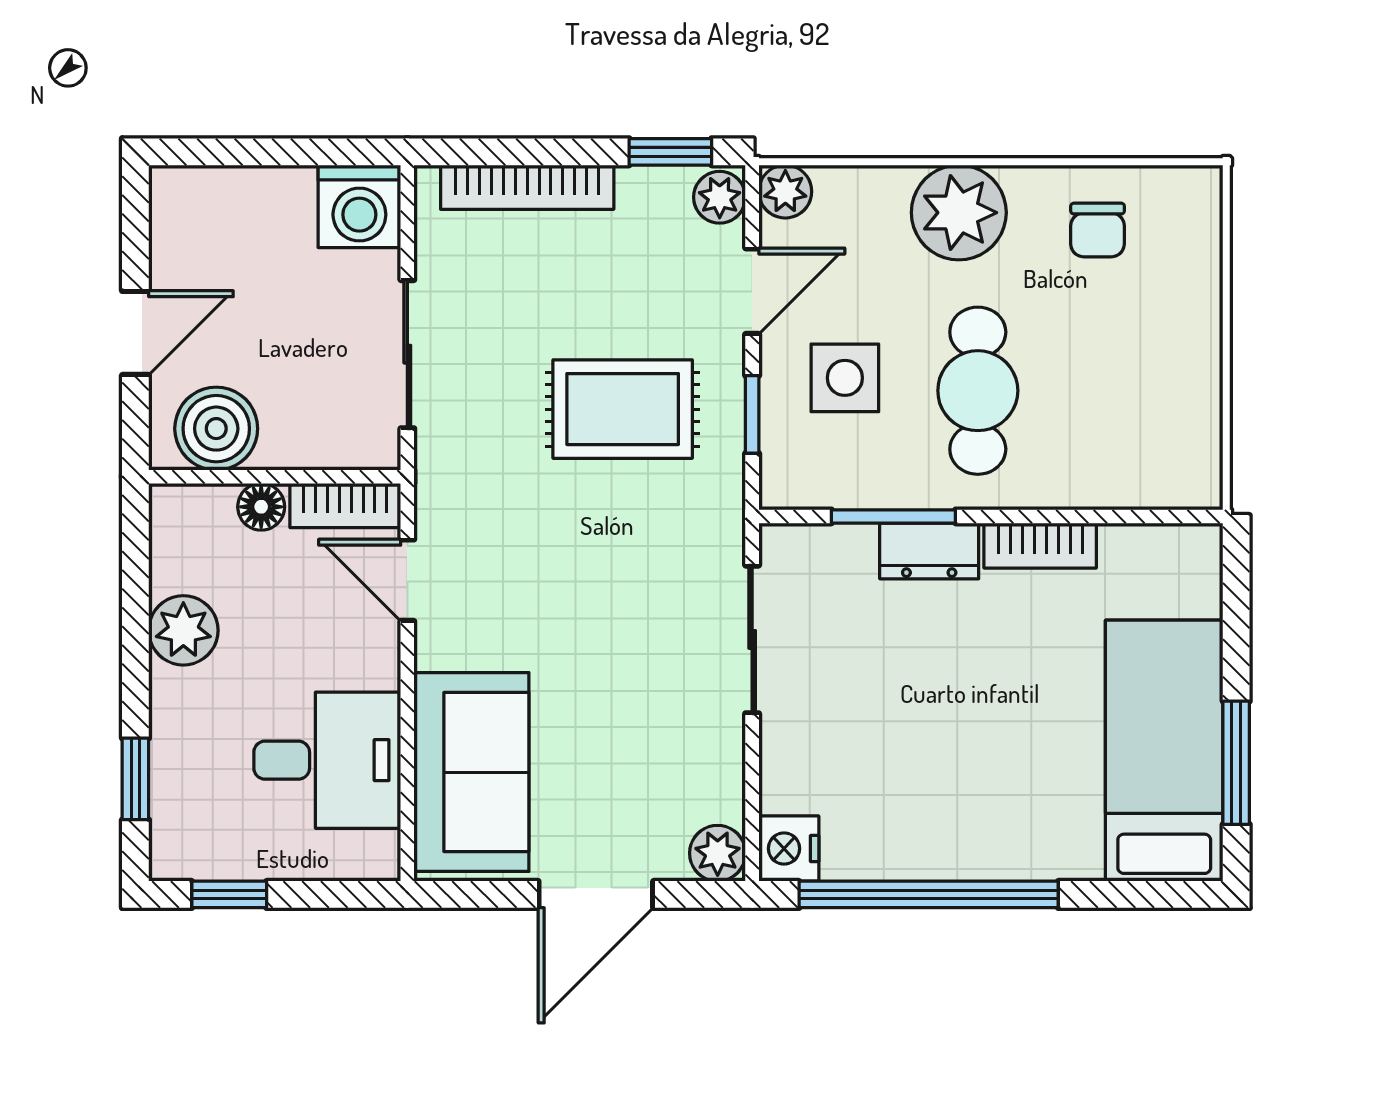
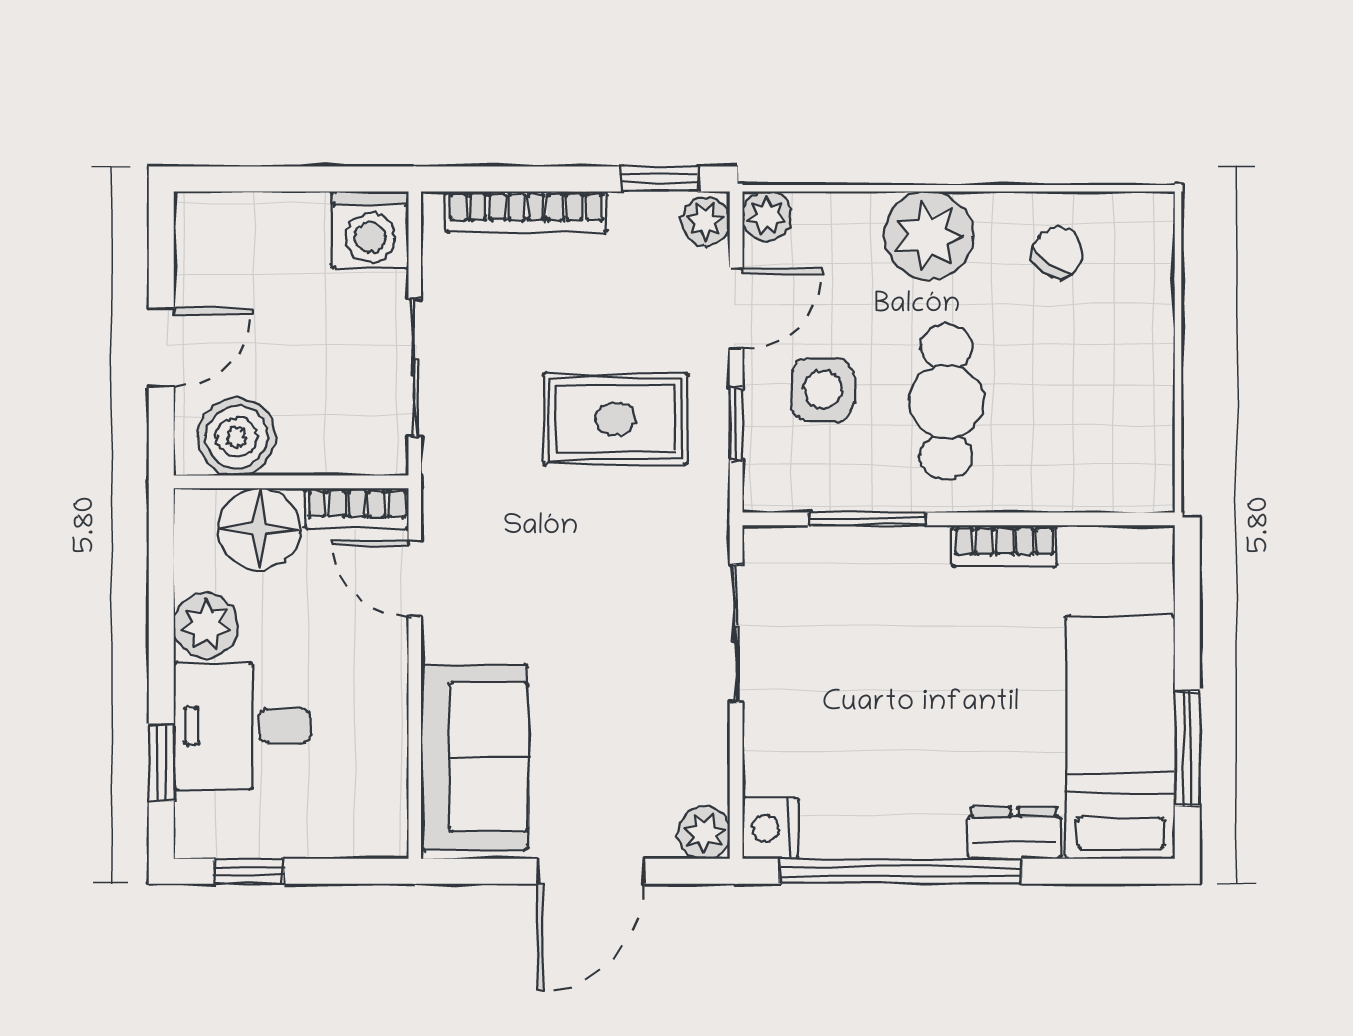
chair: (1098, 230) -> (1058, 252), turned -145
floor lamp: (261, 507) -> (259, 529), width x1.89, depth x1.89
dresser: (929, 551) -> (1014, 833), moved, turned 180
desk: (327, 760) -> (242, 726), moved, turned 180

